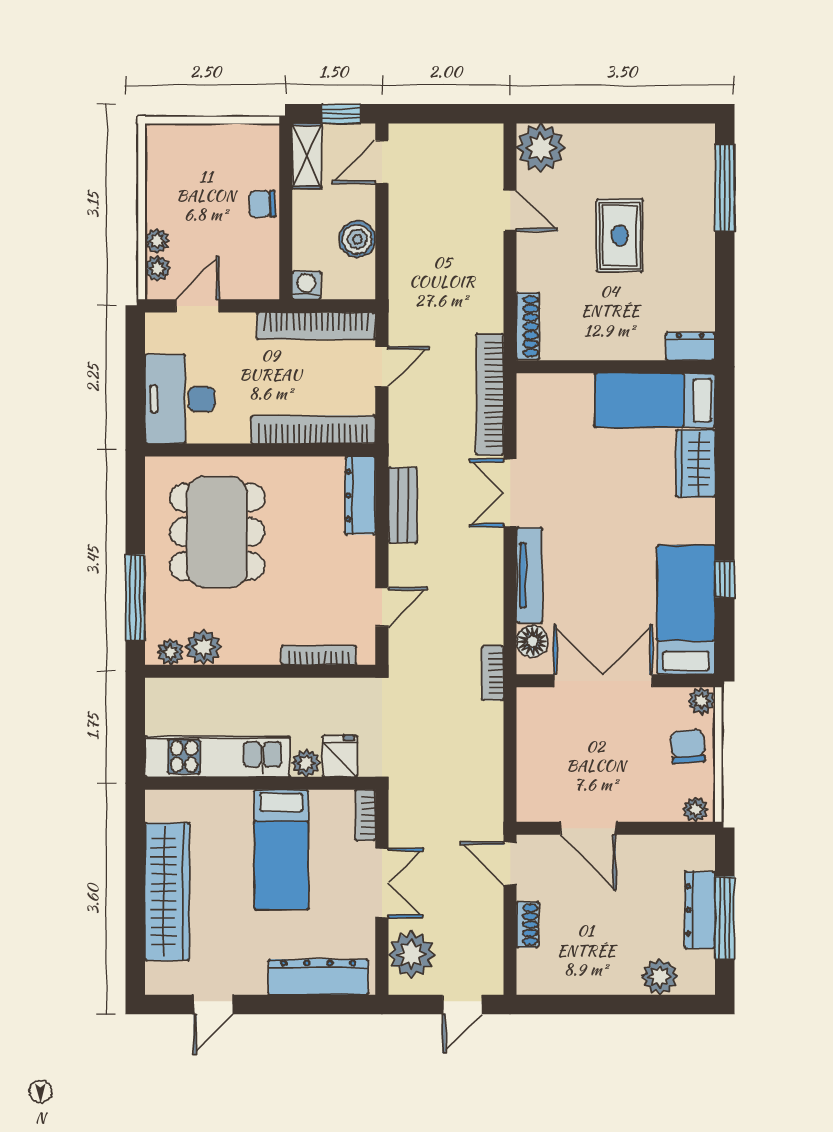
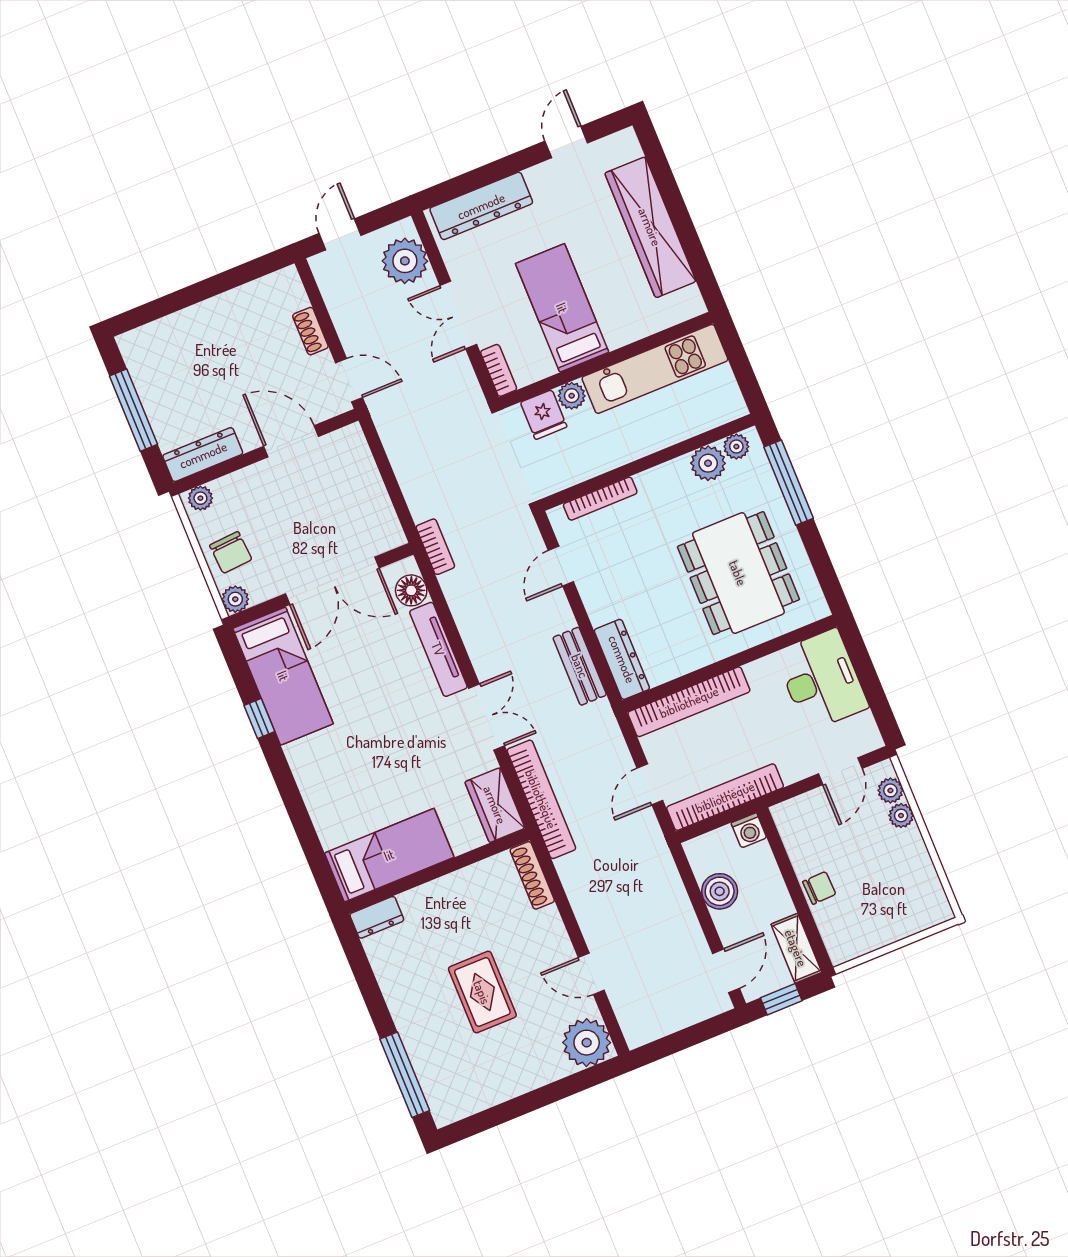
wardrobe: (696, 464) -> (495, 805), moved, turned 180
dresser: (700, 910) -> (203, 455), moved, turned -90
plant: (660, 977) -> (171, 333), removed

